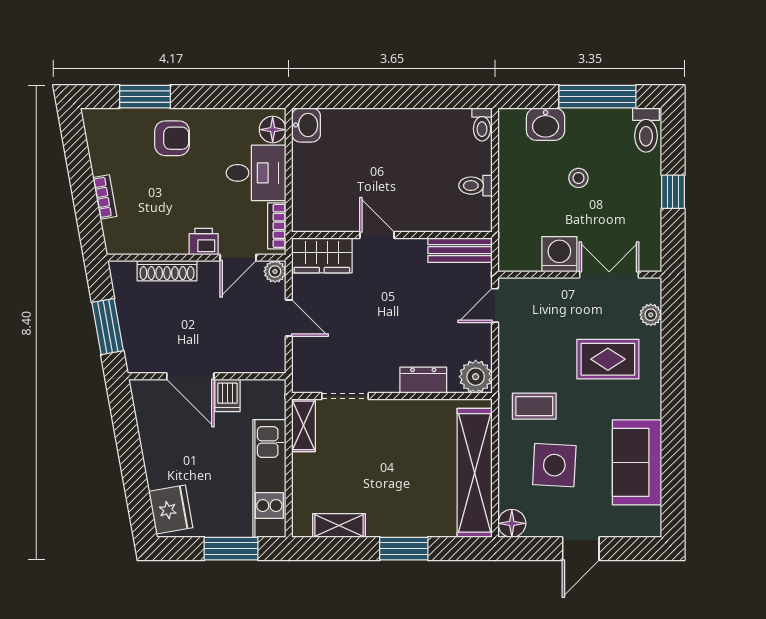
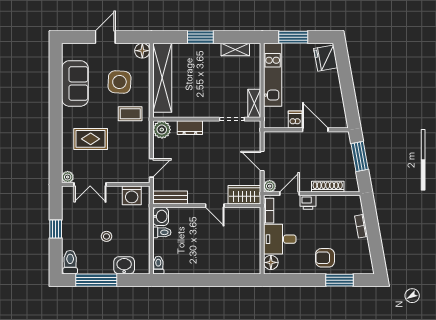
washbasin: (306, 125) -> (161, 216), moved, turned 180
washing machine: (559, 254) -> (132, 195), moved
plant: (651, 315) -> (68, 177), moved

